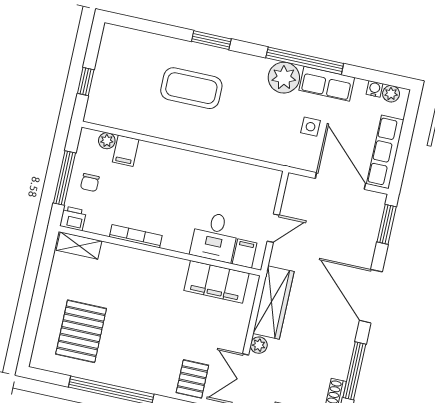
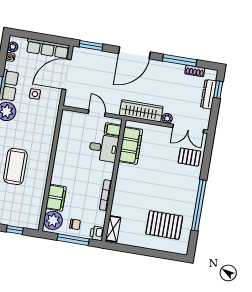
plant: (107, 141) -> (53, 220), width x1.88, depth x1.88
filing cabinet: (126, 151) -> (56, 198), width x2.00

